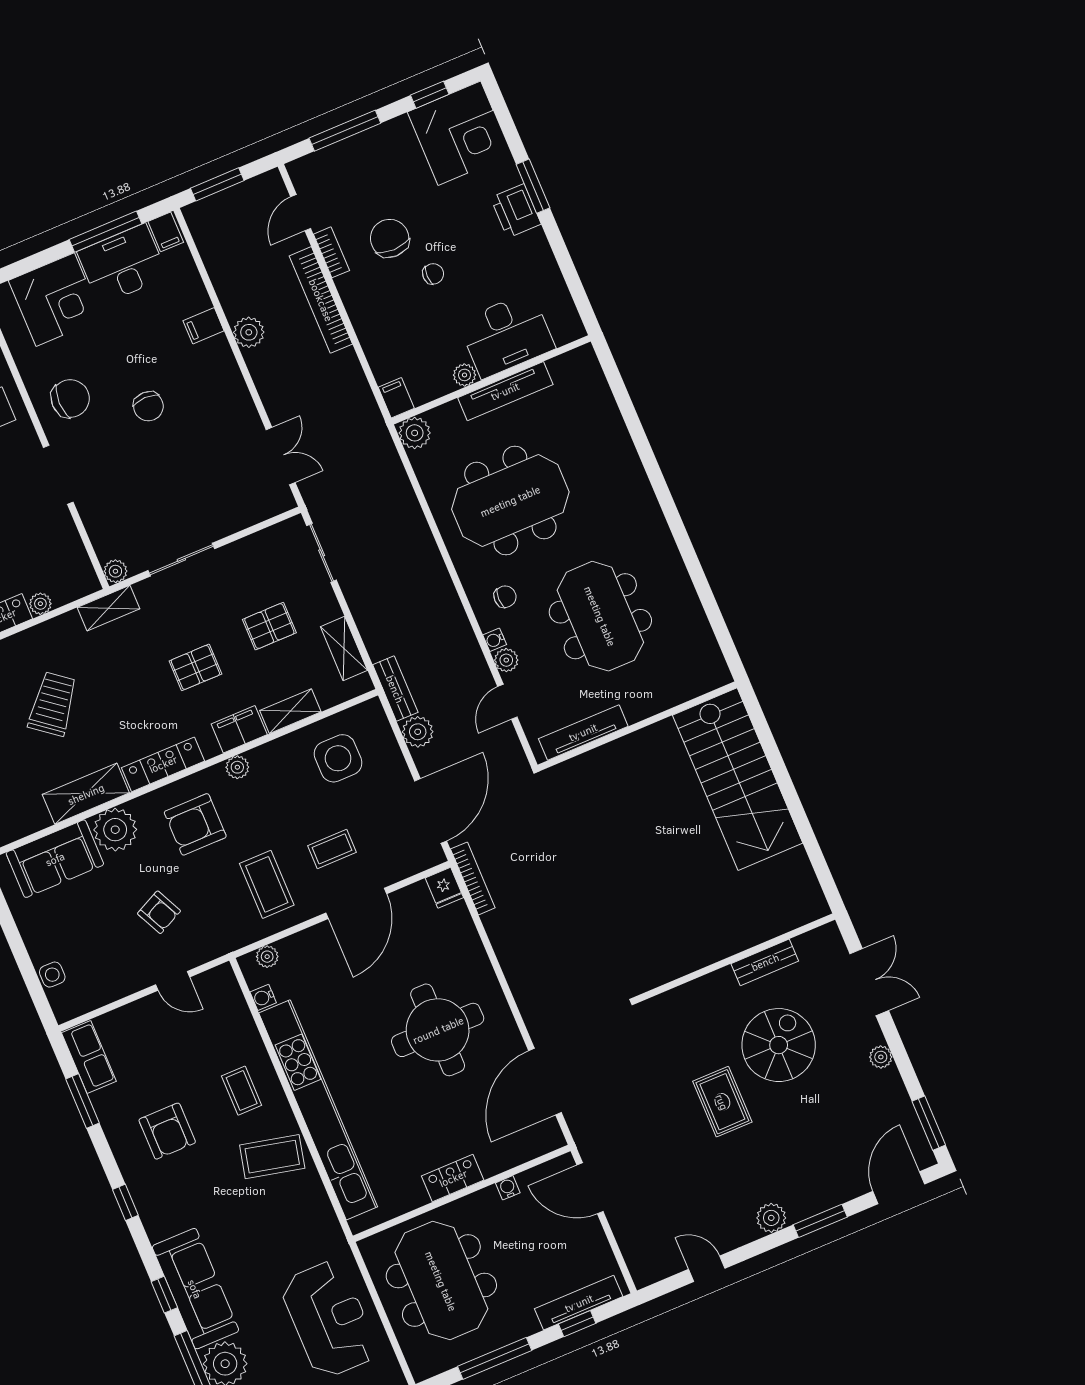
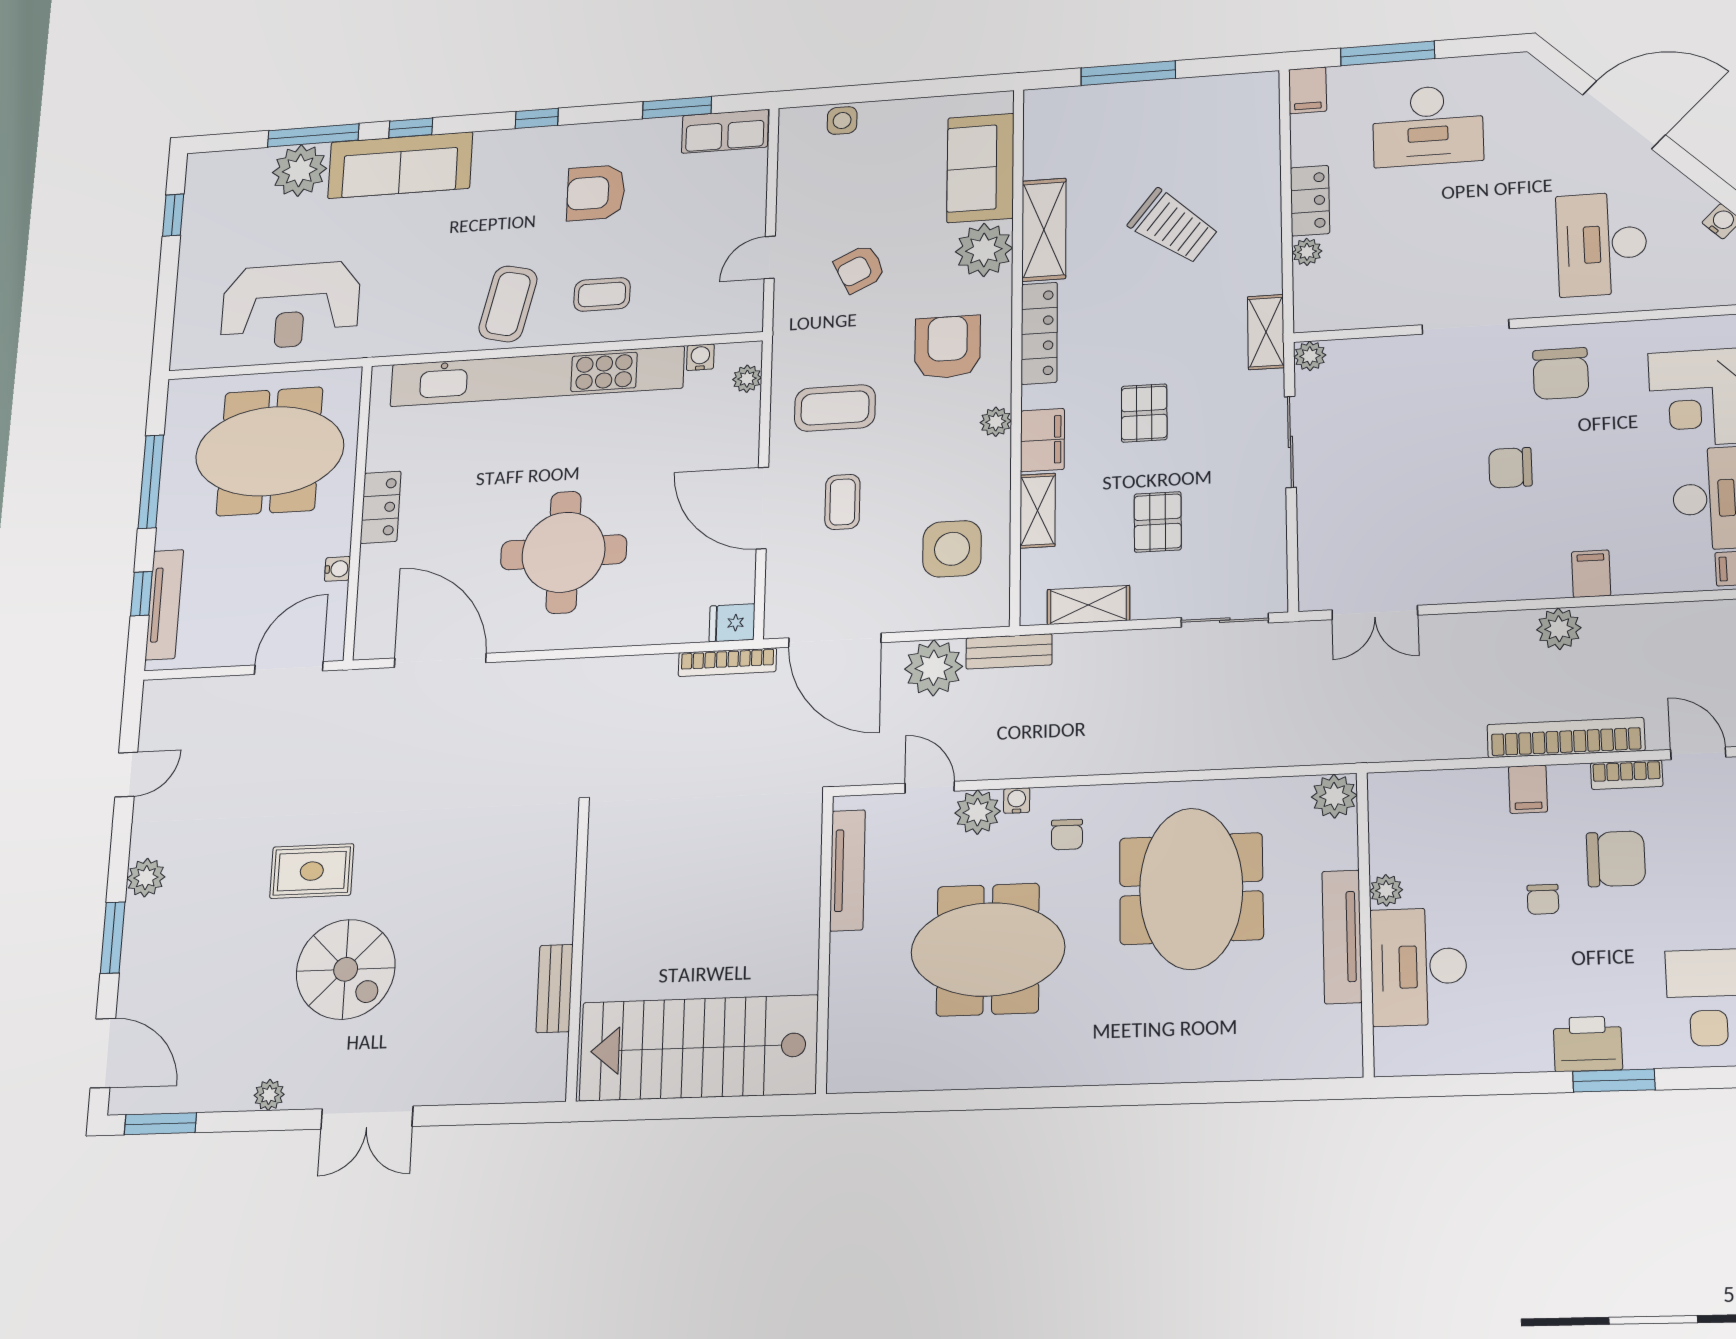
filing cabinet: (396, 398) -> (1528, 789), moved, turned 90
plant: (506, 660) -> (978, 812), width x1.38, depth x1.38
plant: (418, 732) -> (934, 668), width x1.36, depth x1.36
wall: (735, 958) -> (577, 952), moved
bench: (765, 962) -> (555, 988), moved

